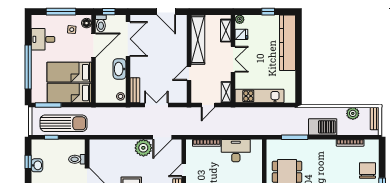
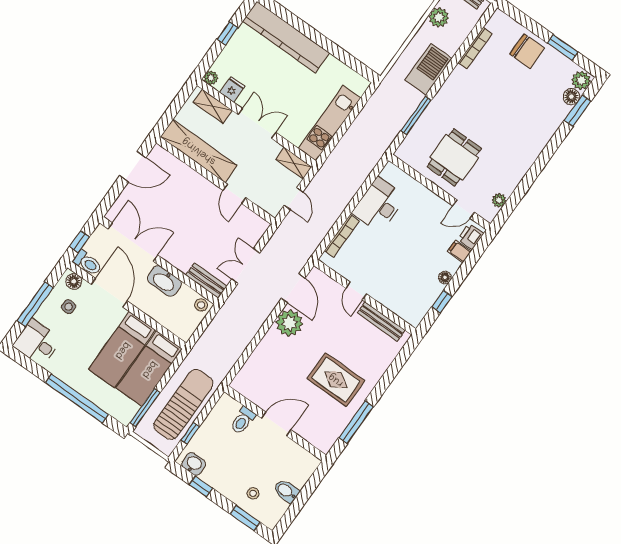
desk: (43, 39) -> (37, 343), moved, turned 90
washbasin: (37, 165) -> (194, 464), moved
chair: (367, 170) -> (527, 51), turned 180

